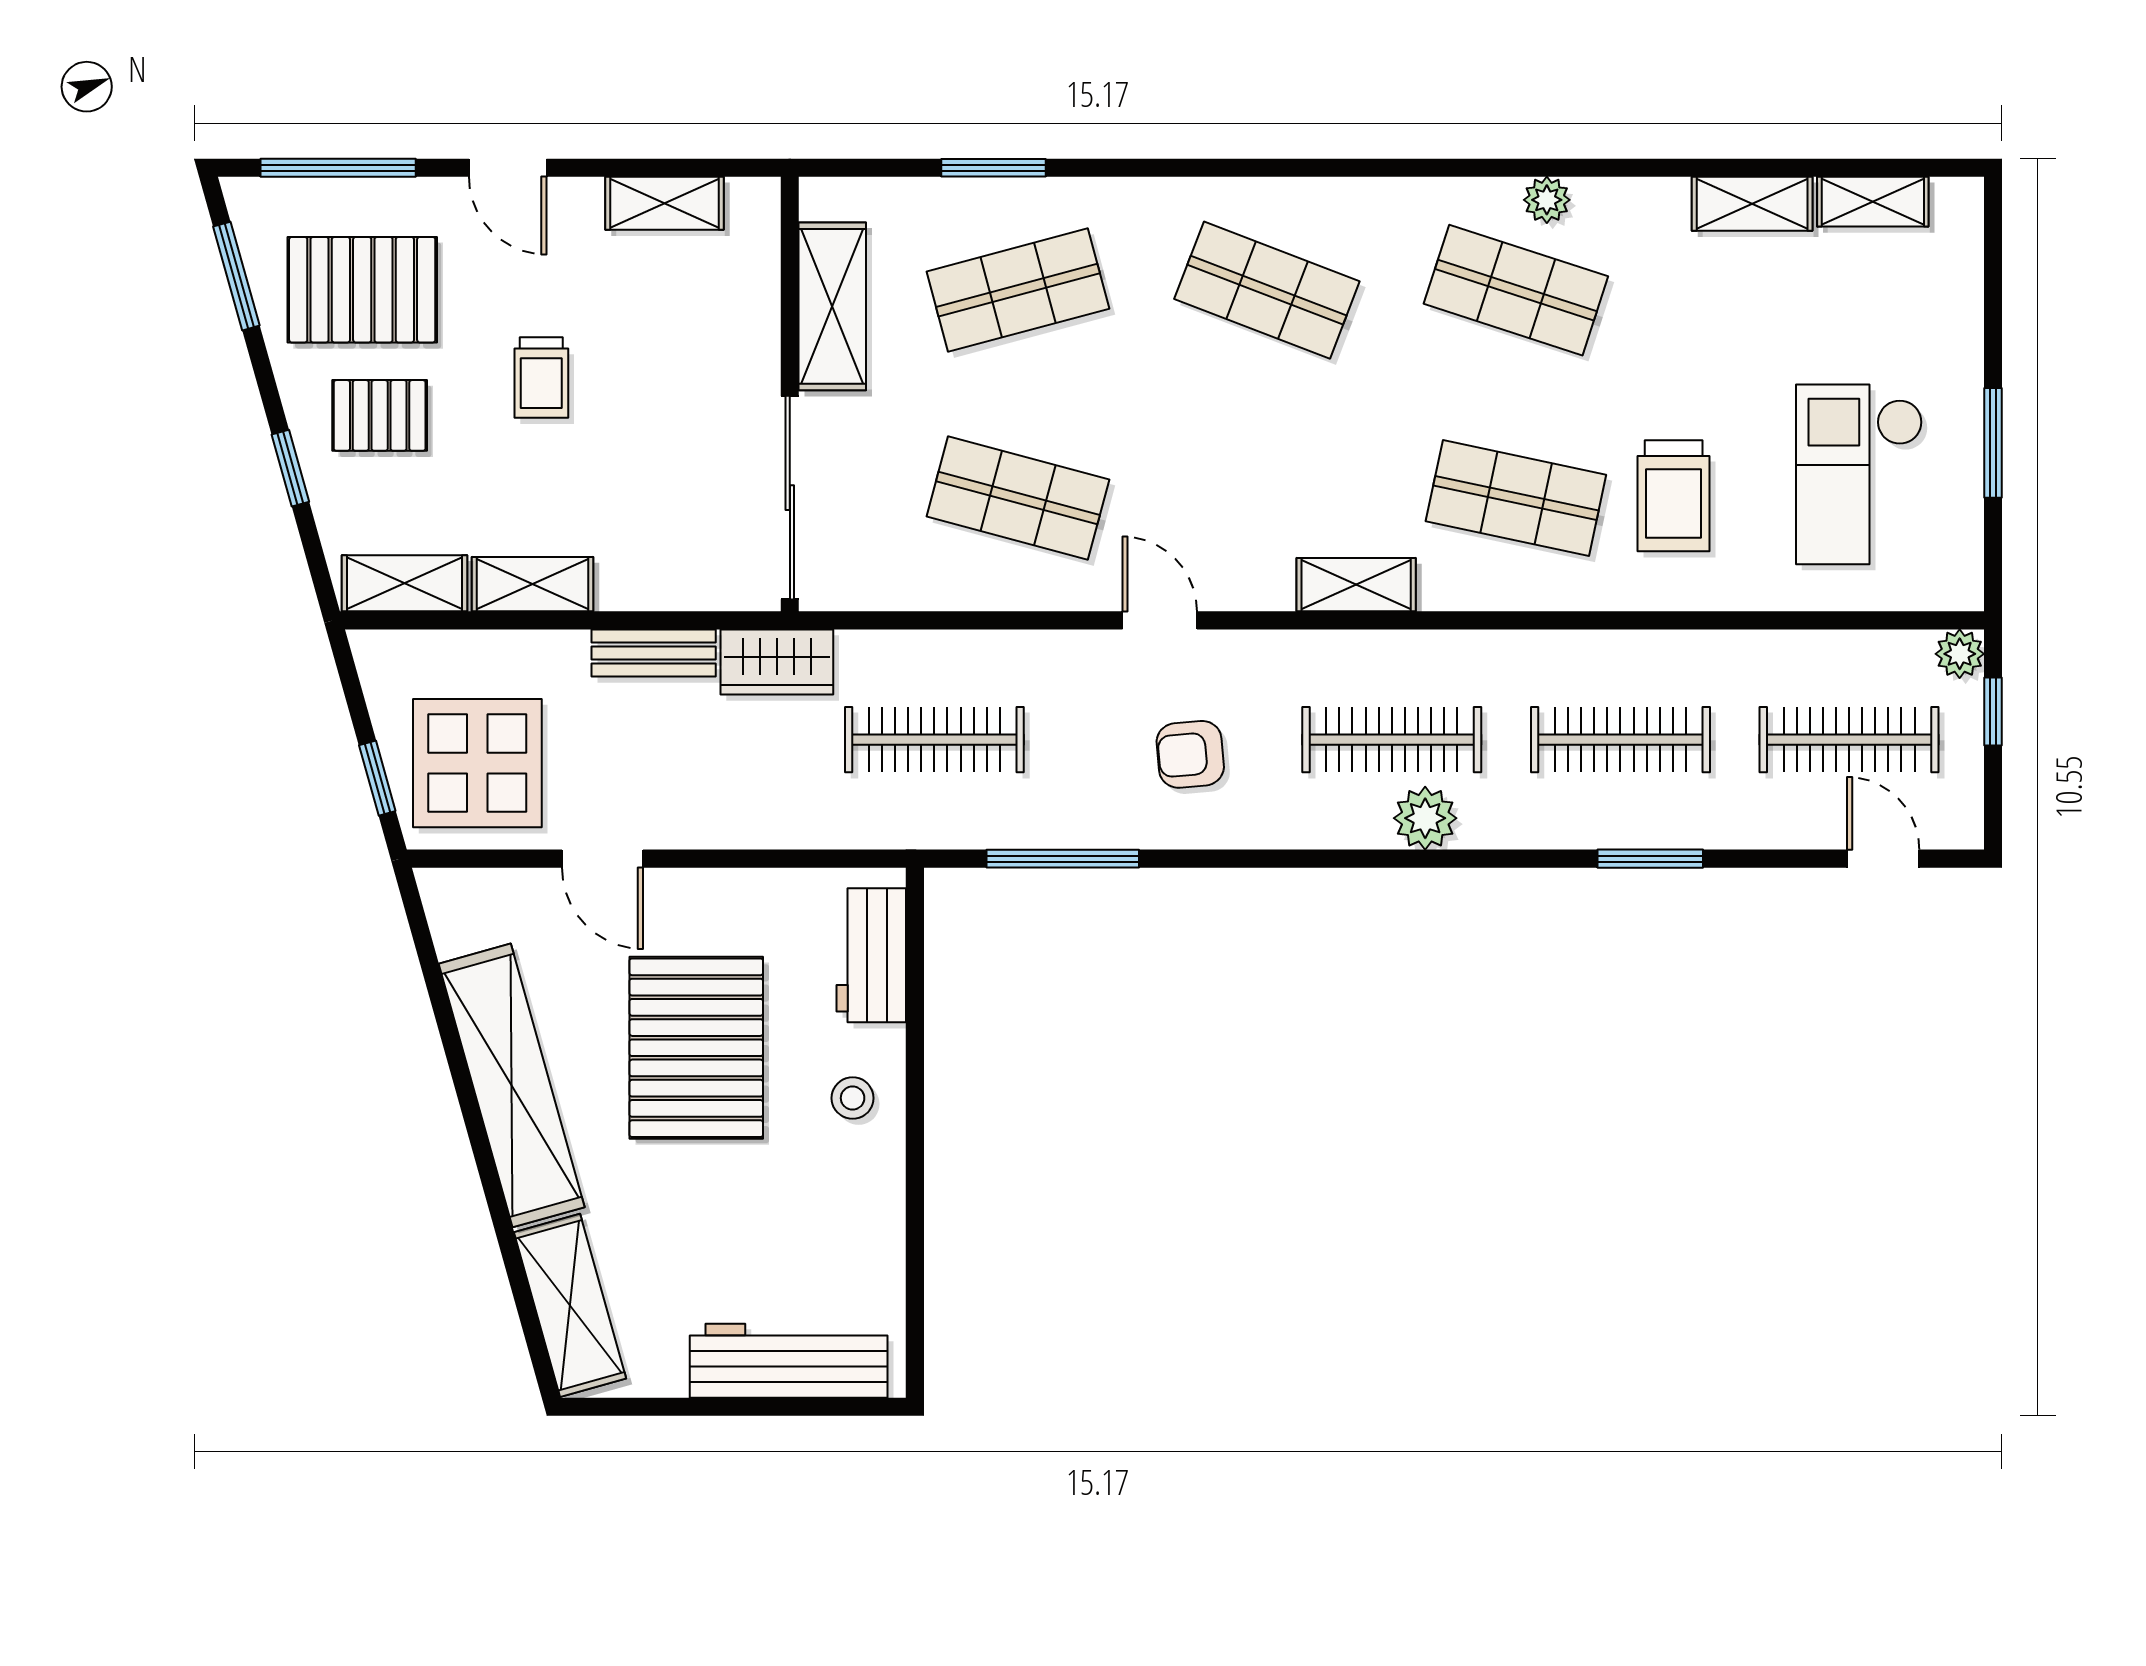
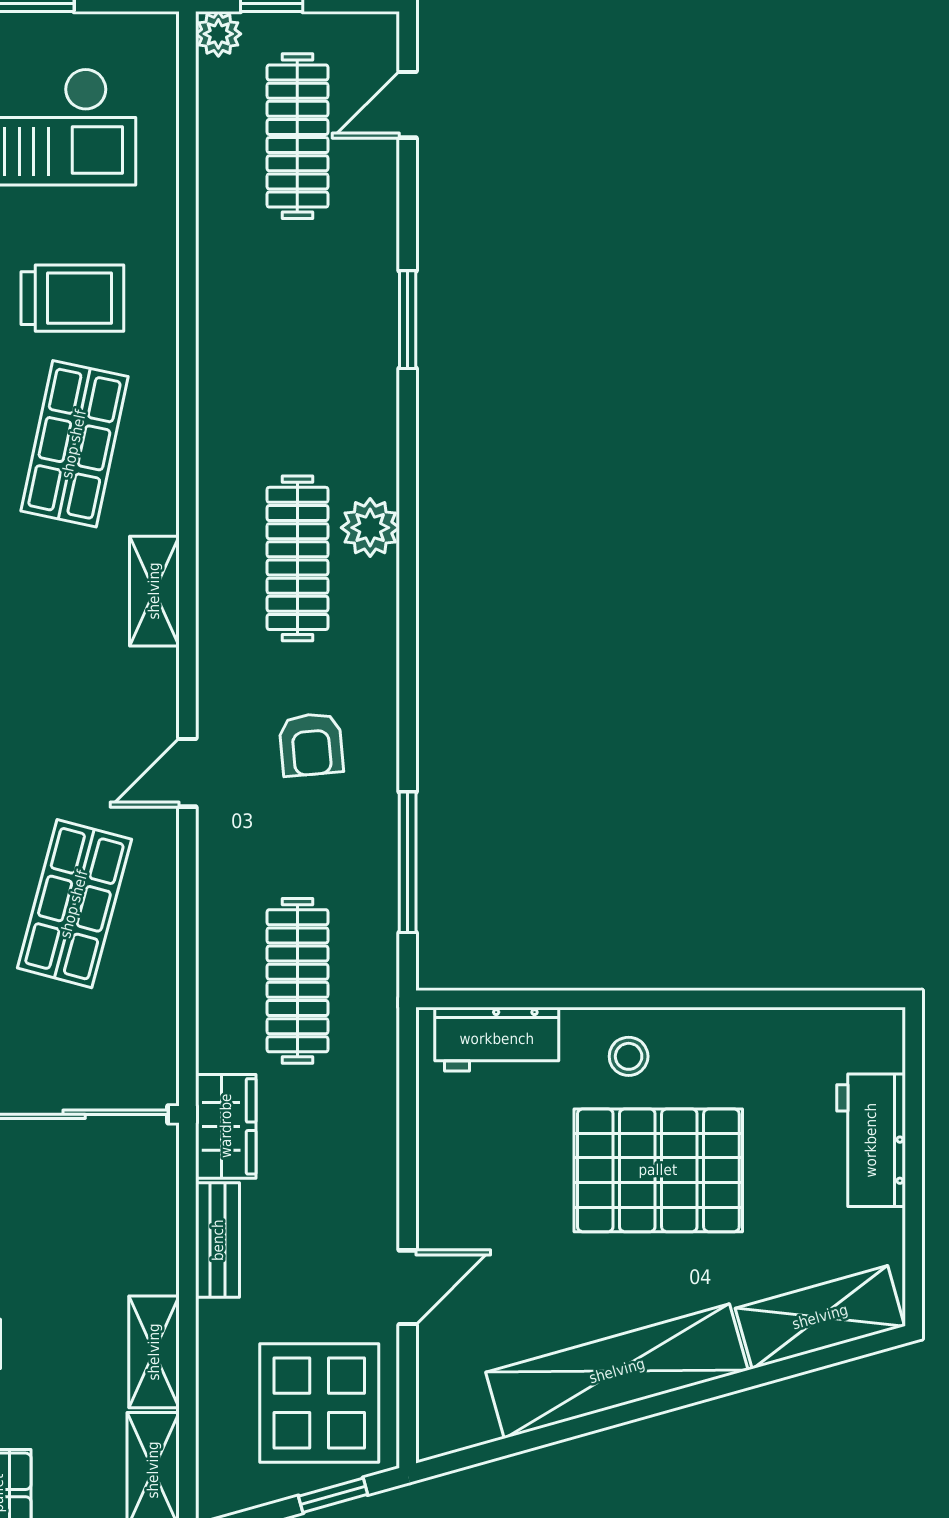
clothes rail: (1620, 740) -> (297, 347), removed
pallet: (696, 1048) -> (658, 1170), moved
workbench: (789, 1361) -> (871, 1140), width x0.73

